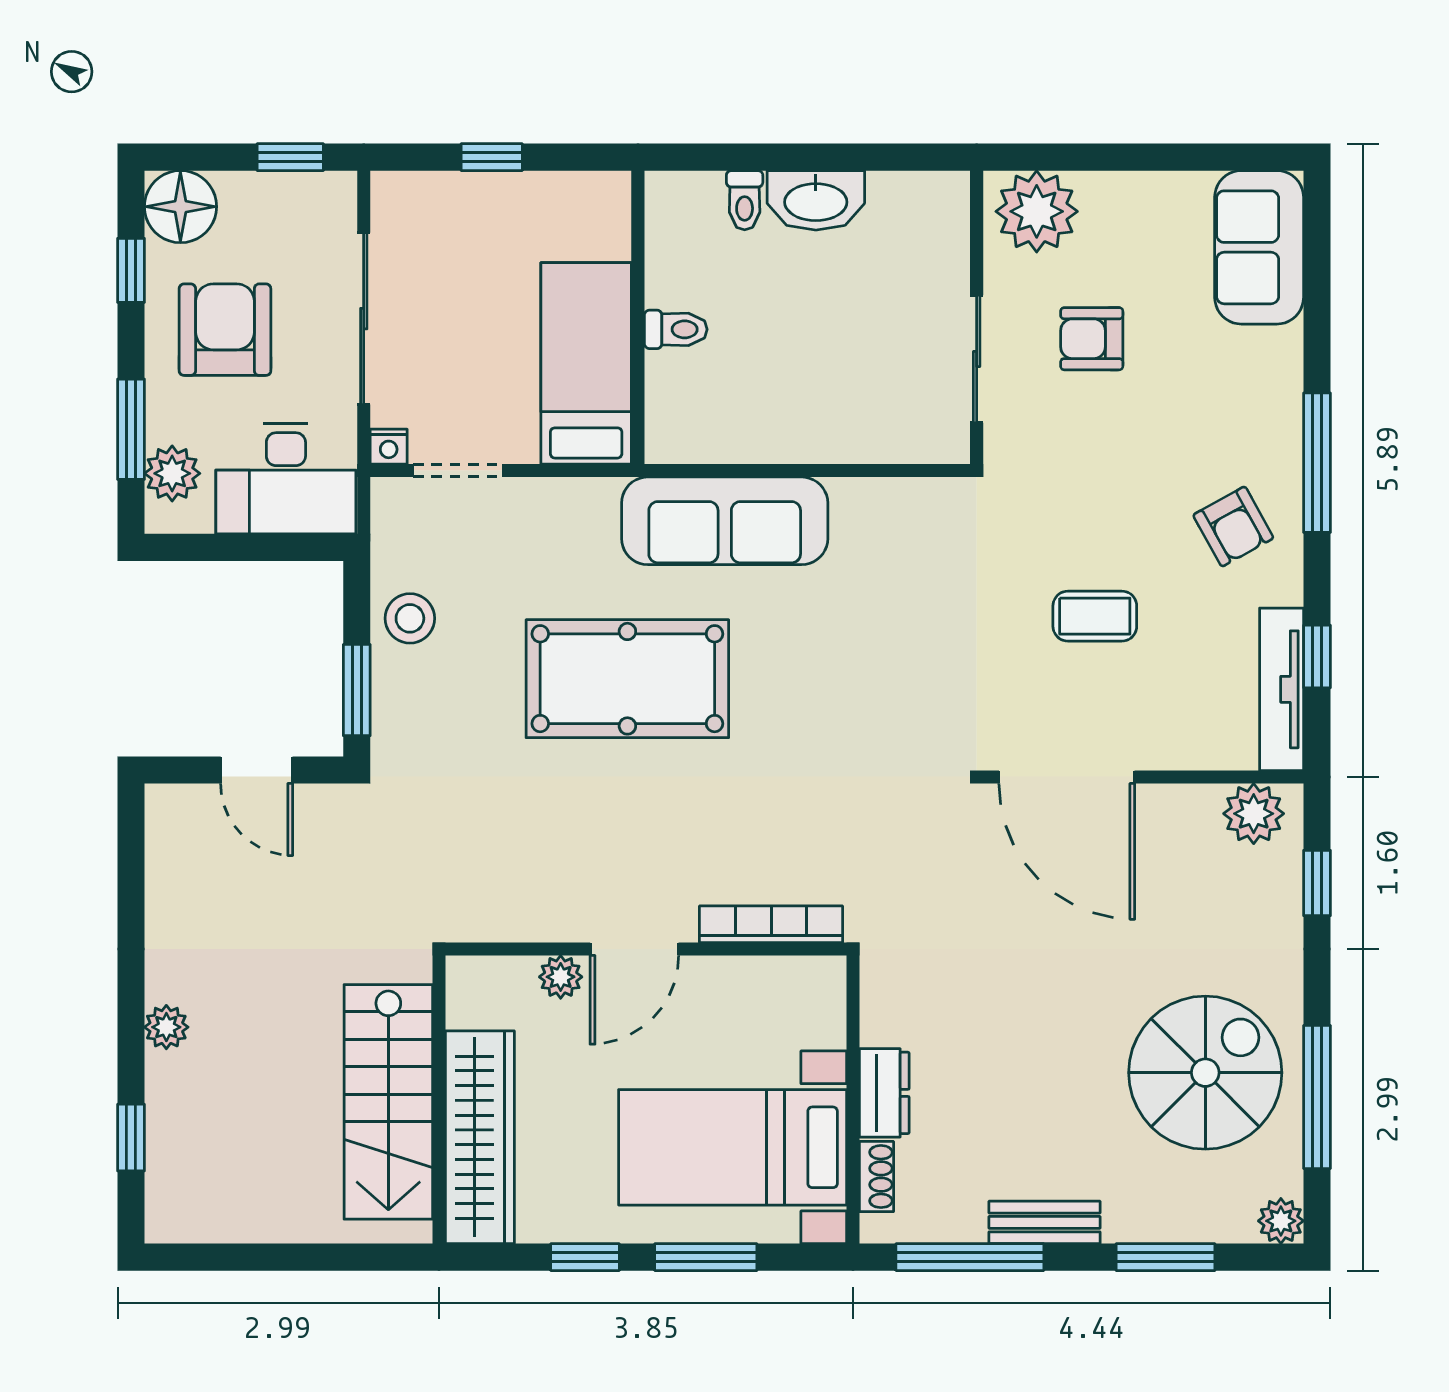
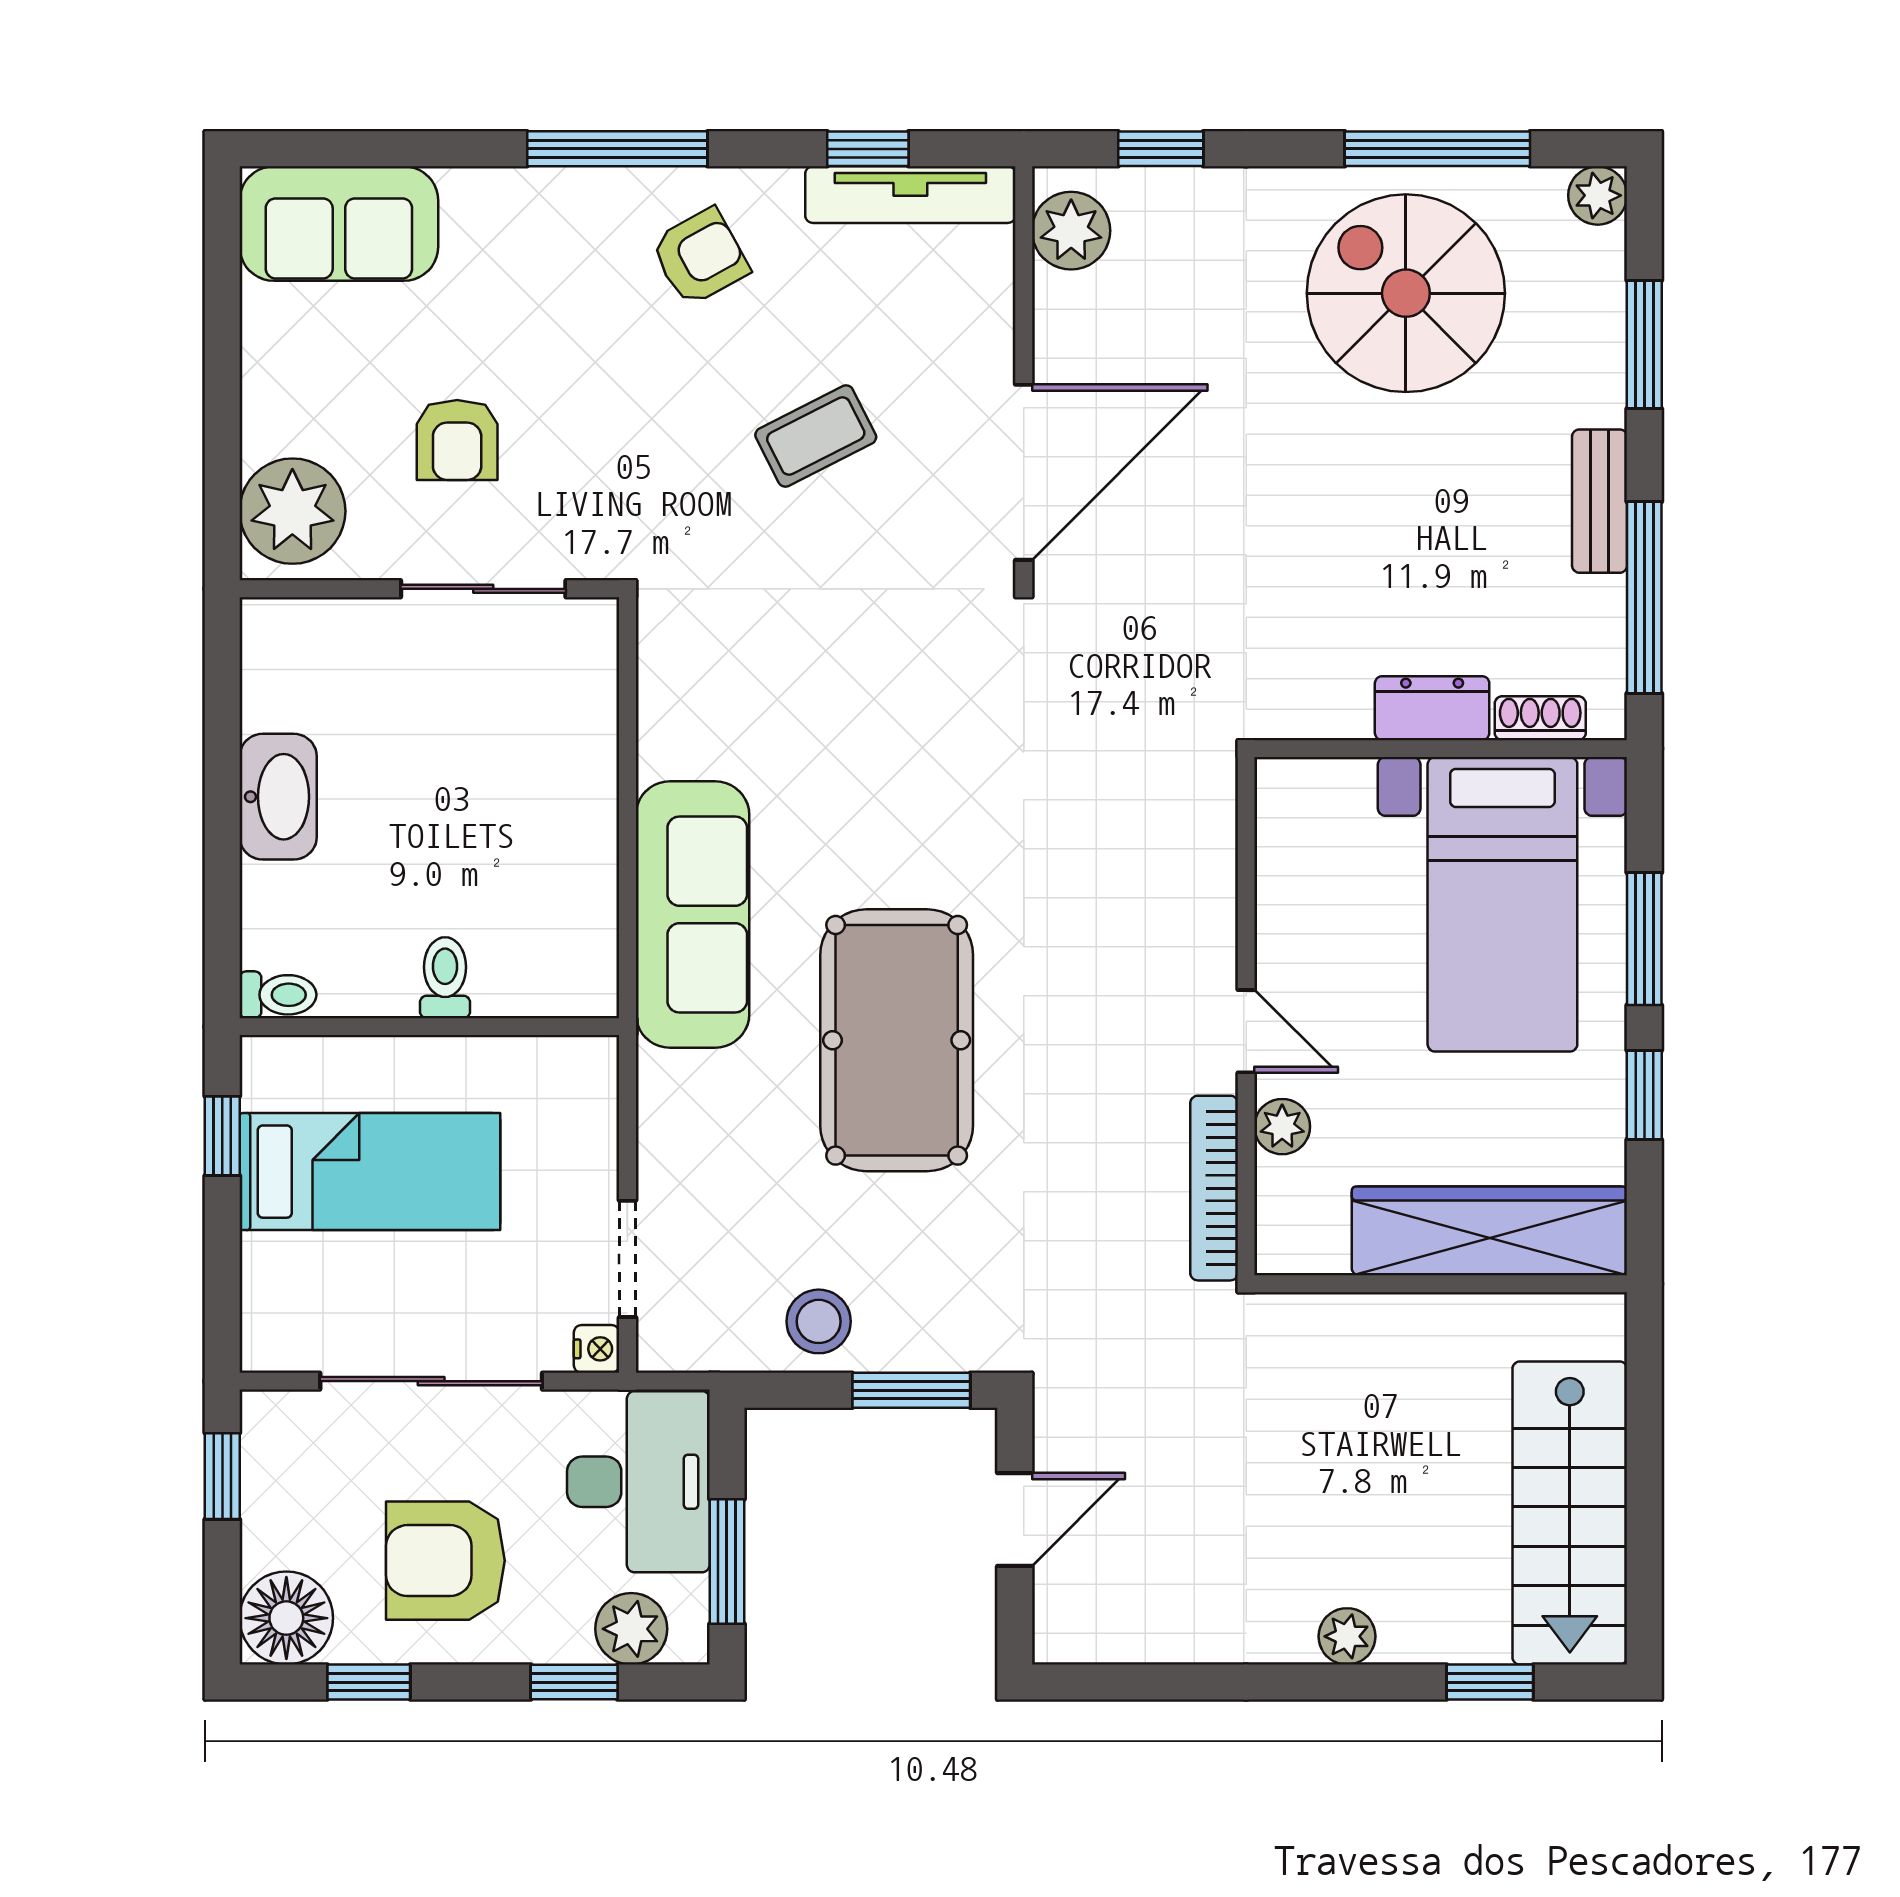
window: (492, 157) -> (222, 1136), moved
toilet: (745, 200) -> (278, 995), moved
bed: (586, 363) -> (370, 1172), moved, turned 180
window: (131, 429) -> (574, 1682), width x0.67
window: (224, 547) -> (727, 1561), added
coffee table: (1095, 616) -> (816, 436), turned 63
bookcase: (771, 924) -> (1214, 1188), moved
door: (634, 949) -> (1246, 1031), width x0.73
stairs: (388, 1102) -> (1570, 1513), moved, turned 90

